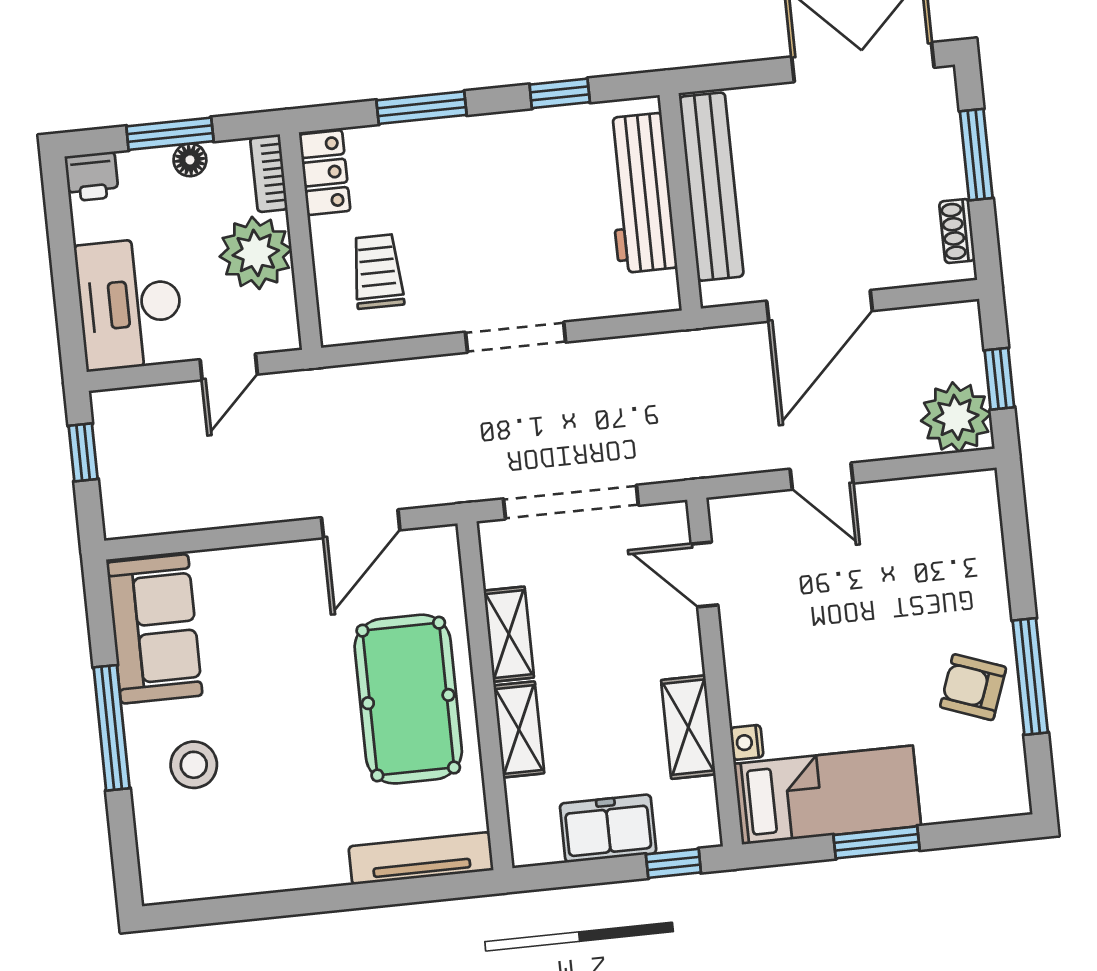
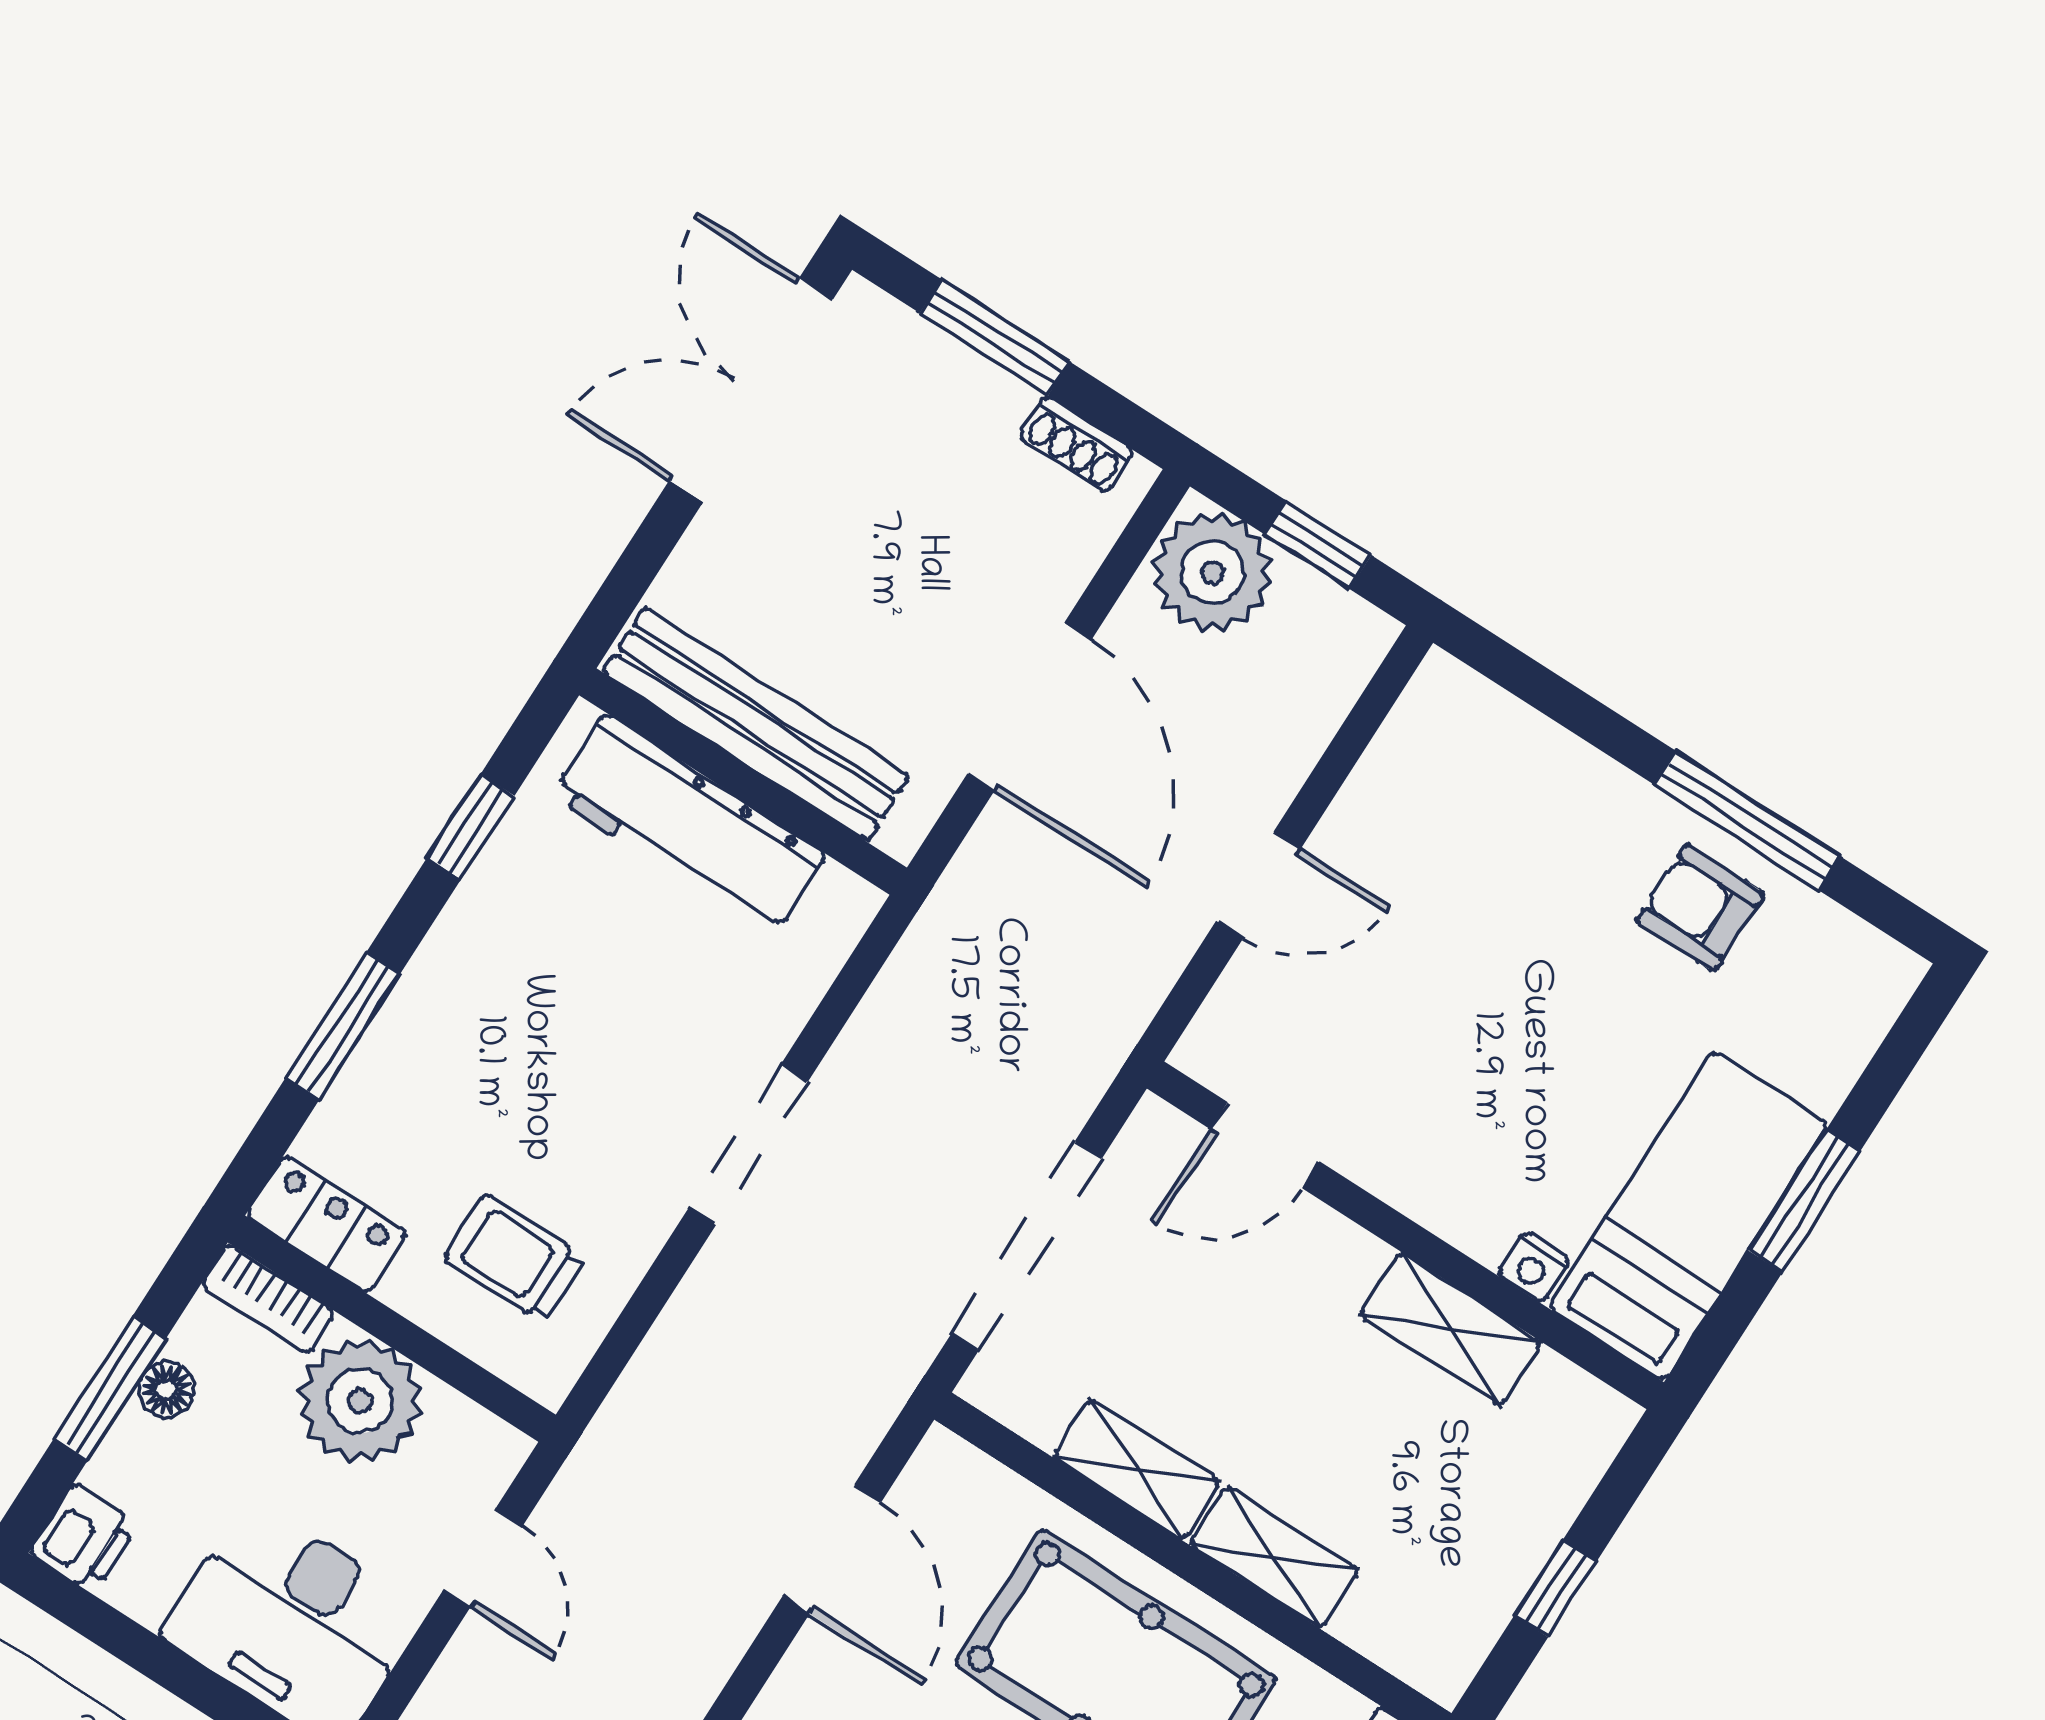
plant: (956, 417) -> (1212, 572), moved
armchair: (973, 687) -> (1700, 907), turned 70
freezer: (608, 828) -> (1500, 1543), removed
window: (673, 863) -> (1555, 1588), moved

